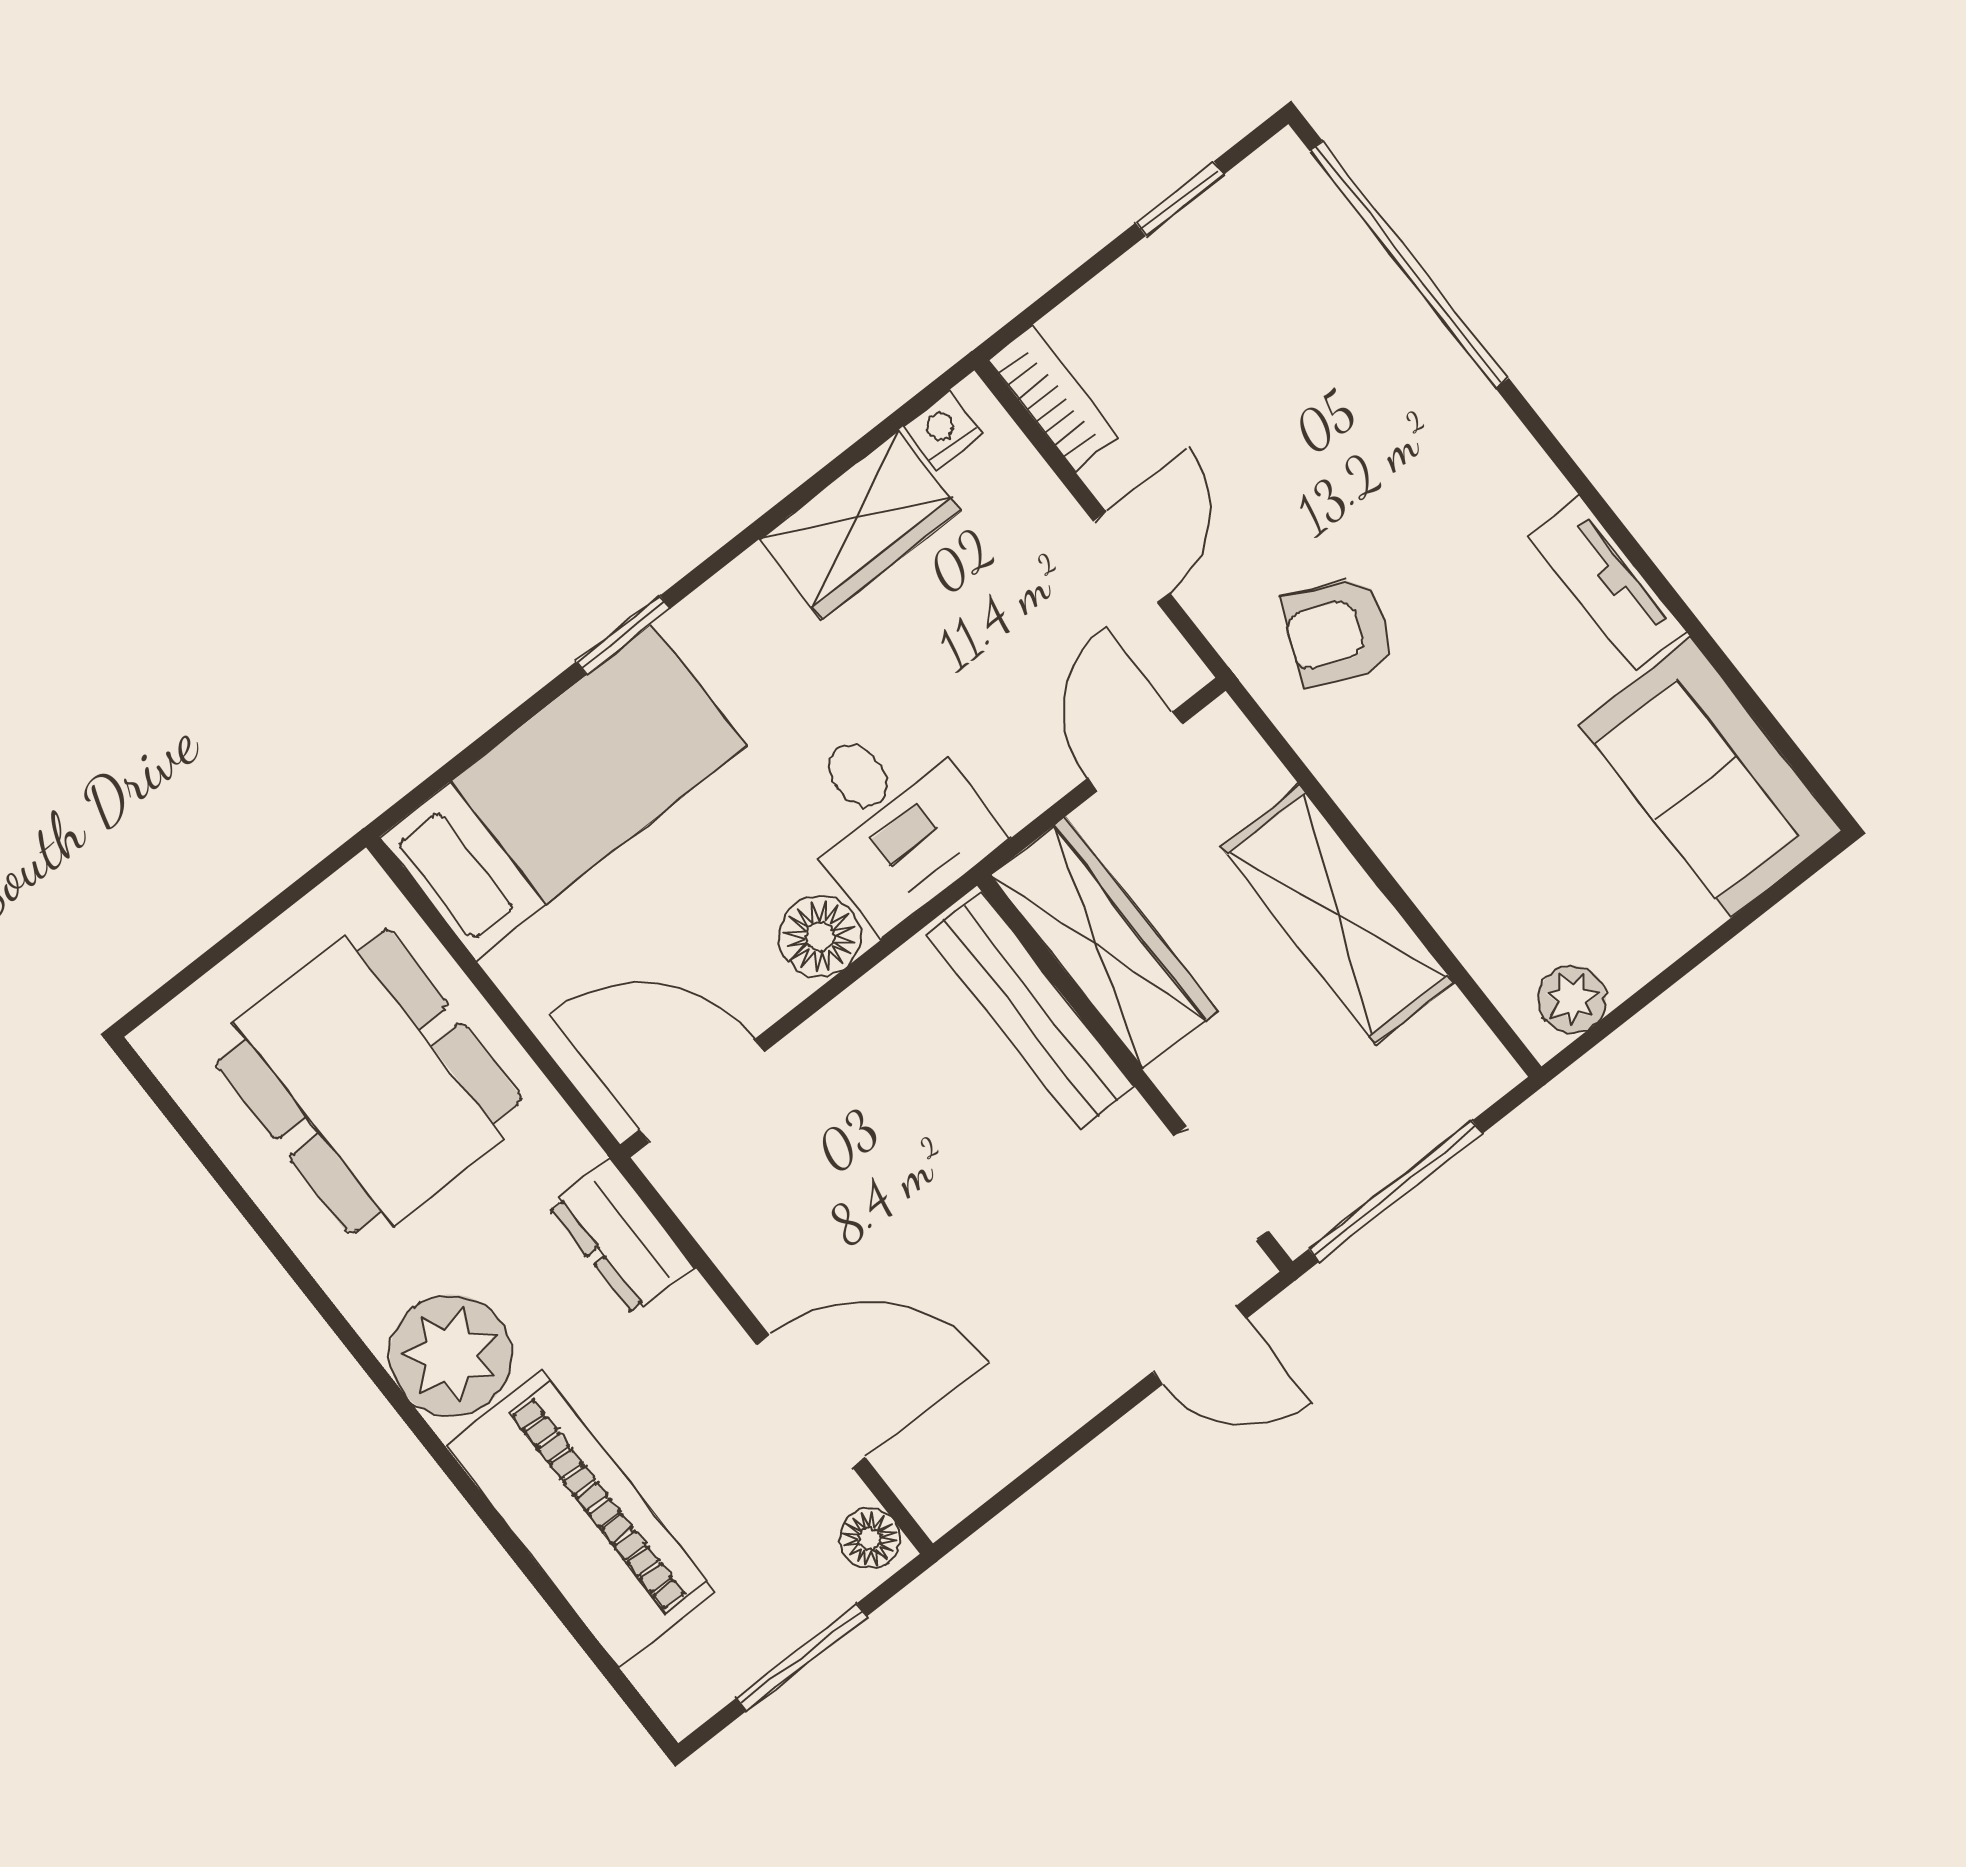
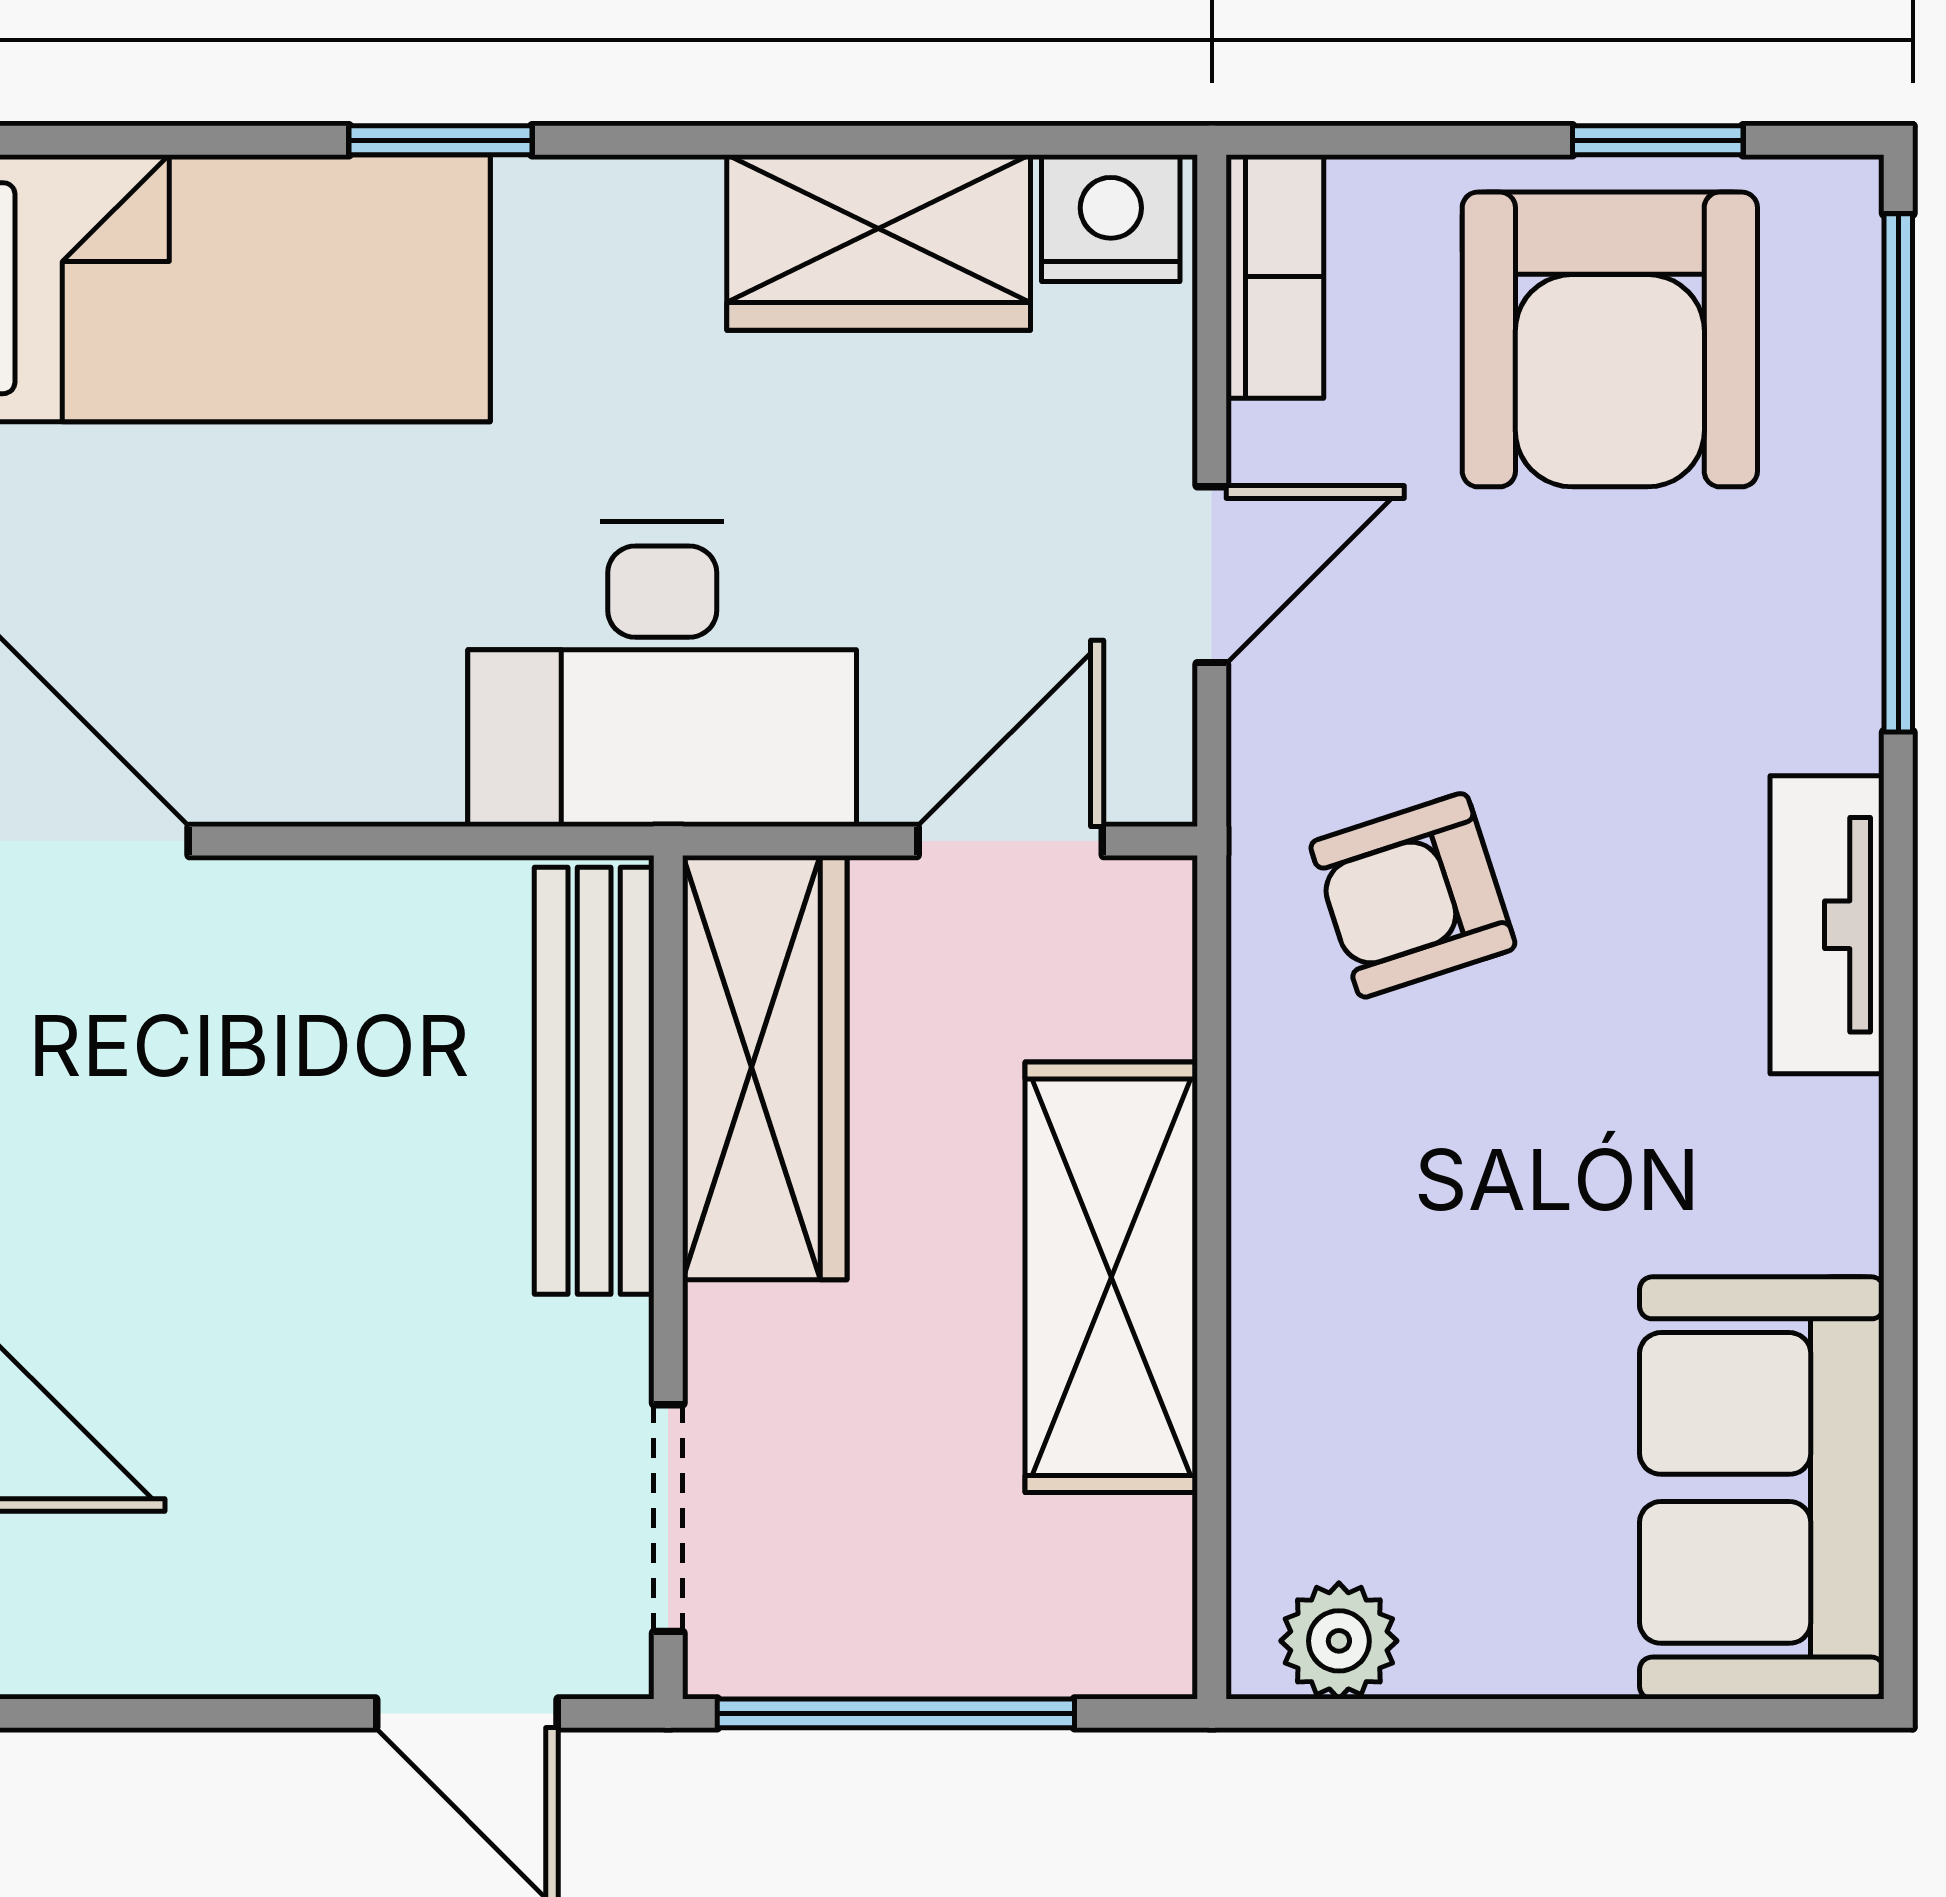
armchair: (1229, 307) -> (1610, 339), added
nightstand: (943, 430) -> (1111, 218), width x1.39, depth x1.35
tv unit: (1607, 584) -> (1827, 925), moved
armchair: (1339, 632) -> (1413, 895), turned -42
desk: (892, 819) -> (662, 674), width x1.37
floor lamp: (820, 937) -> (387, 757), removed

